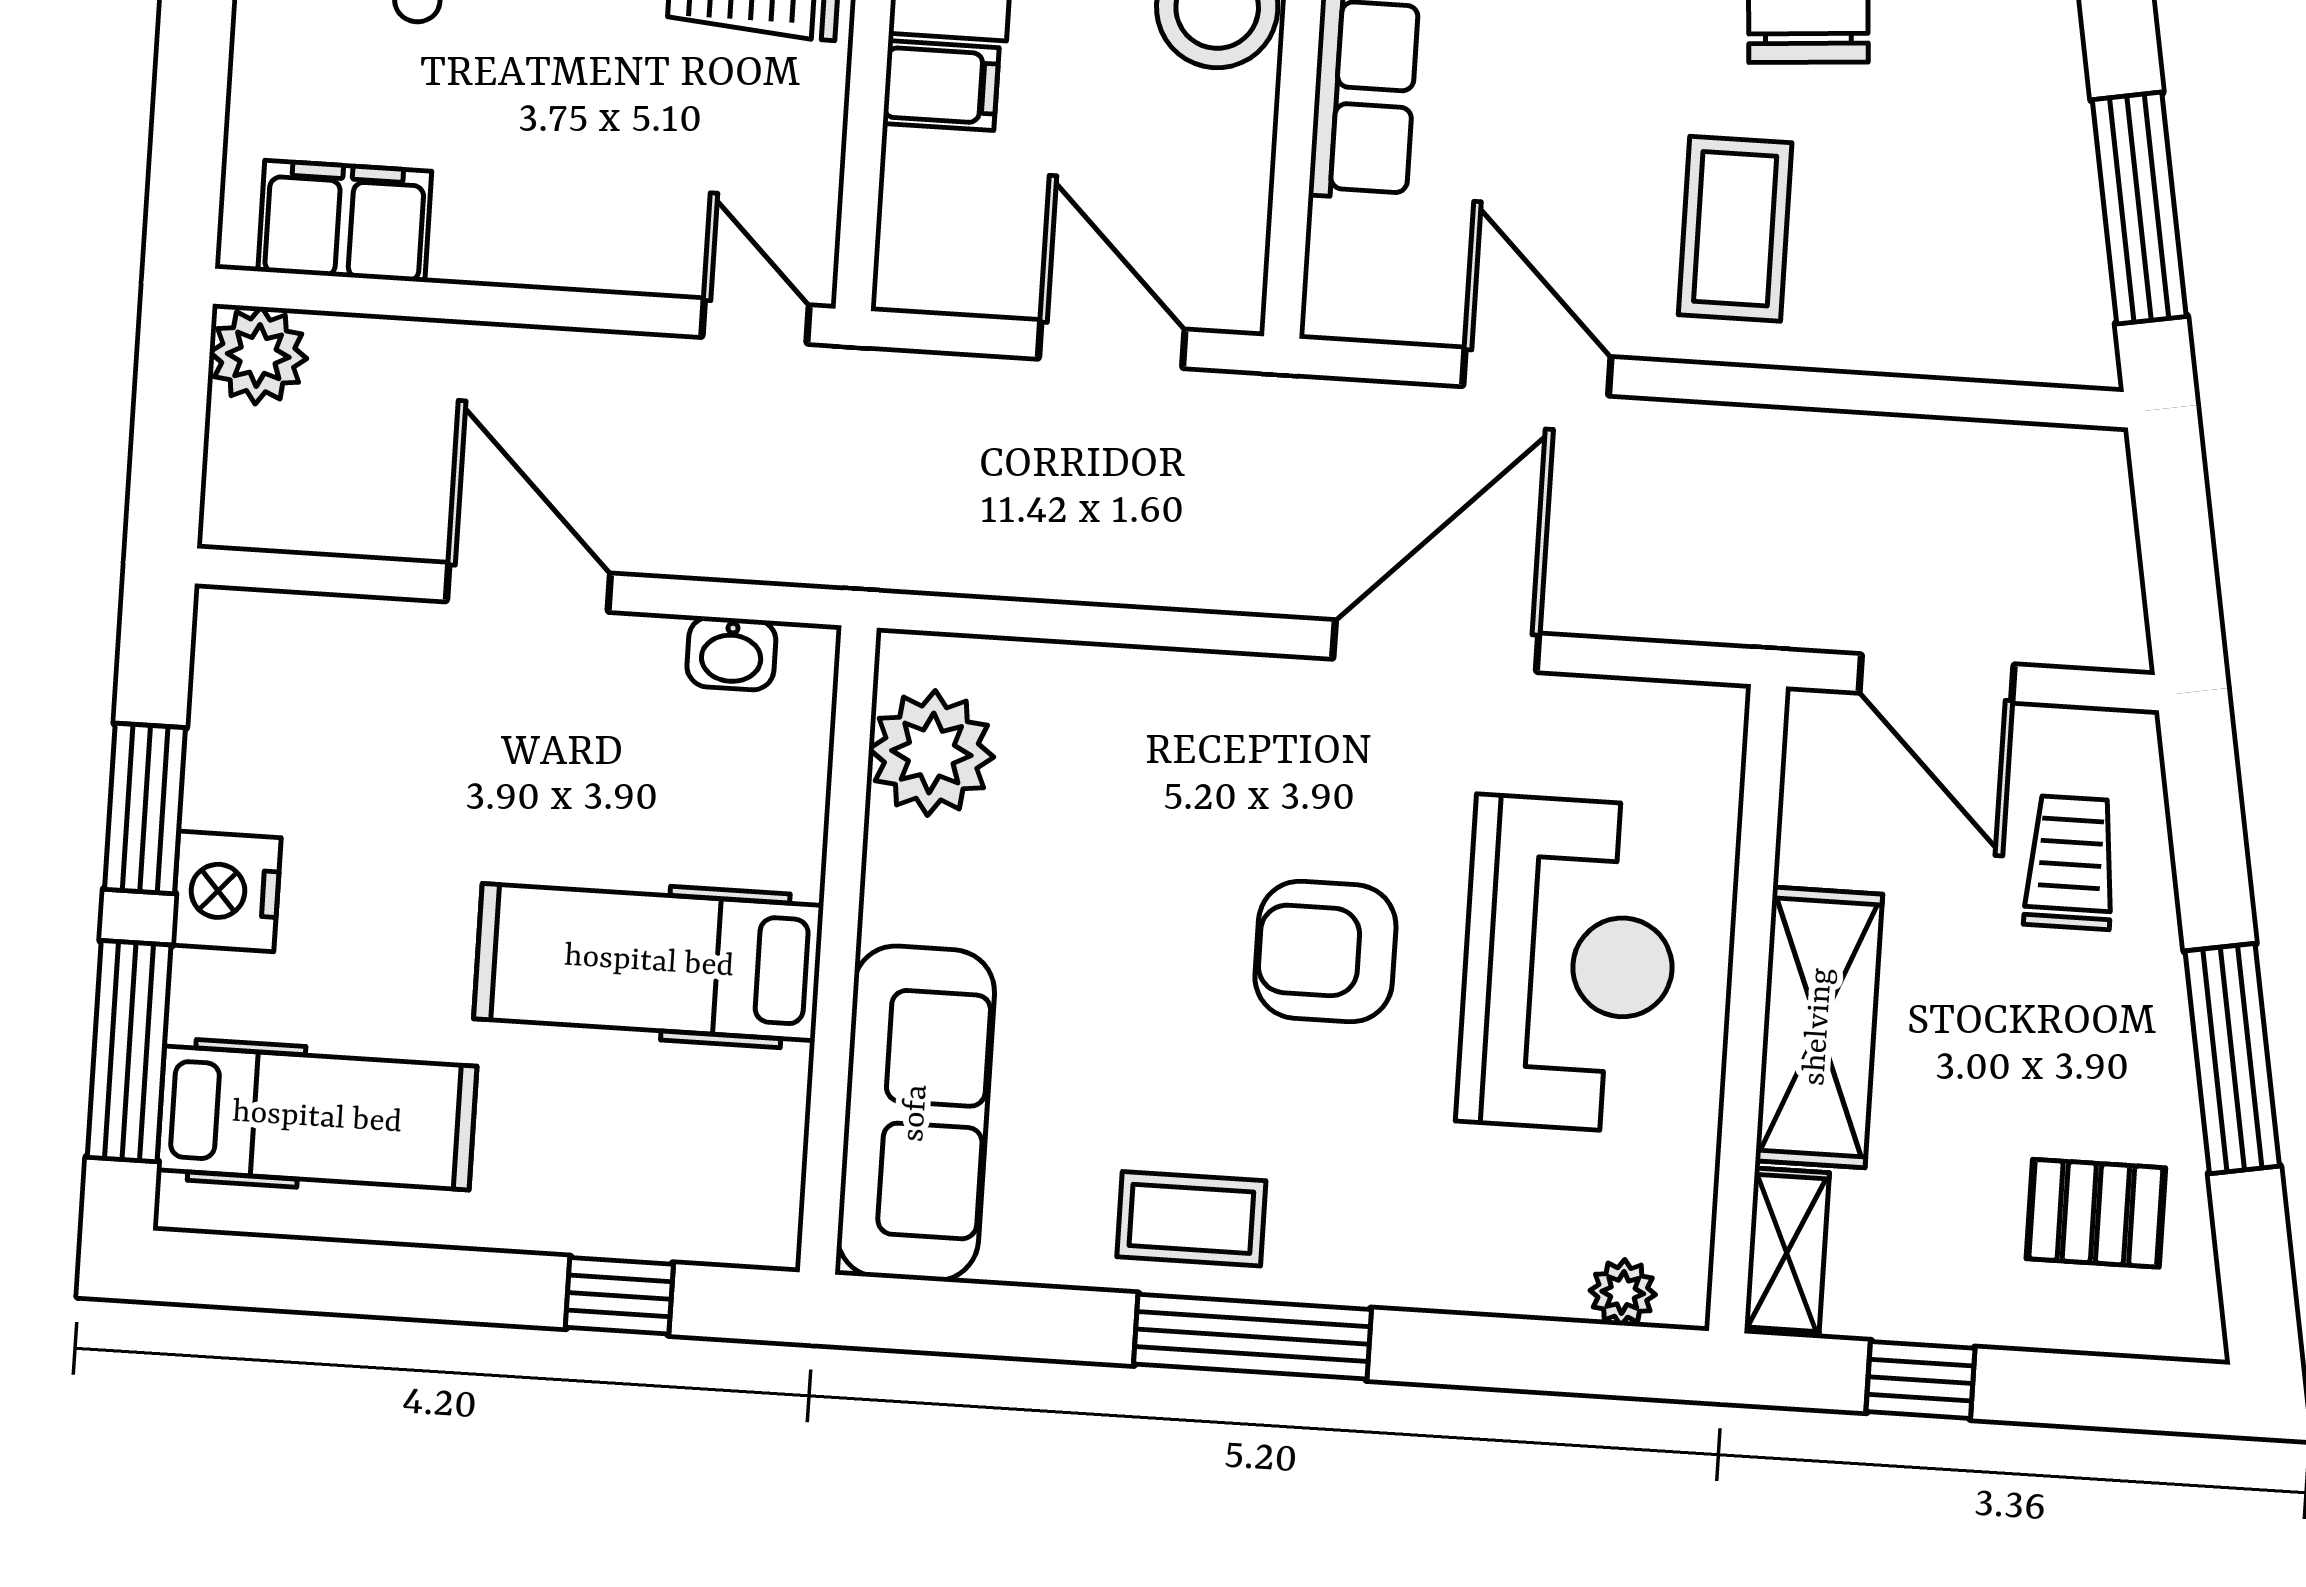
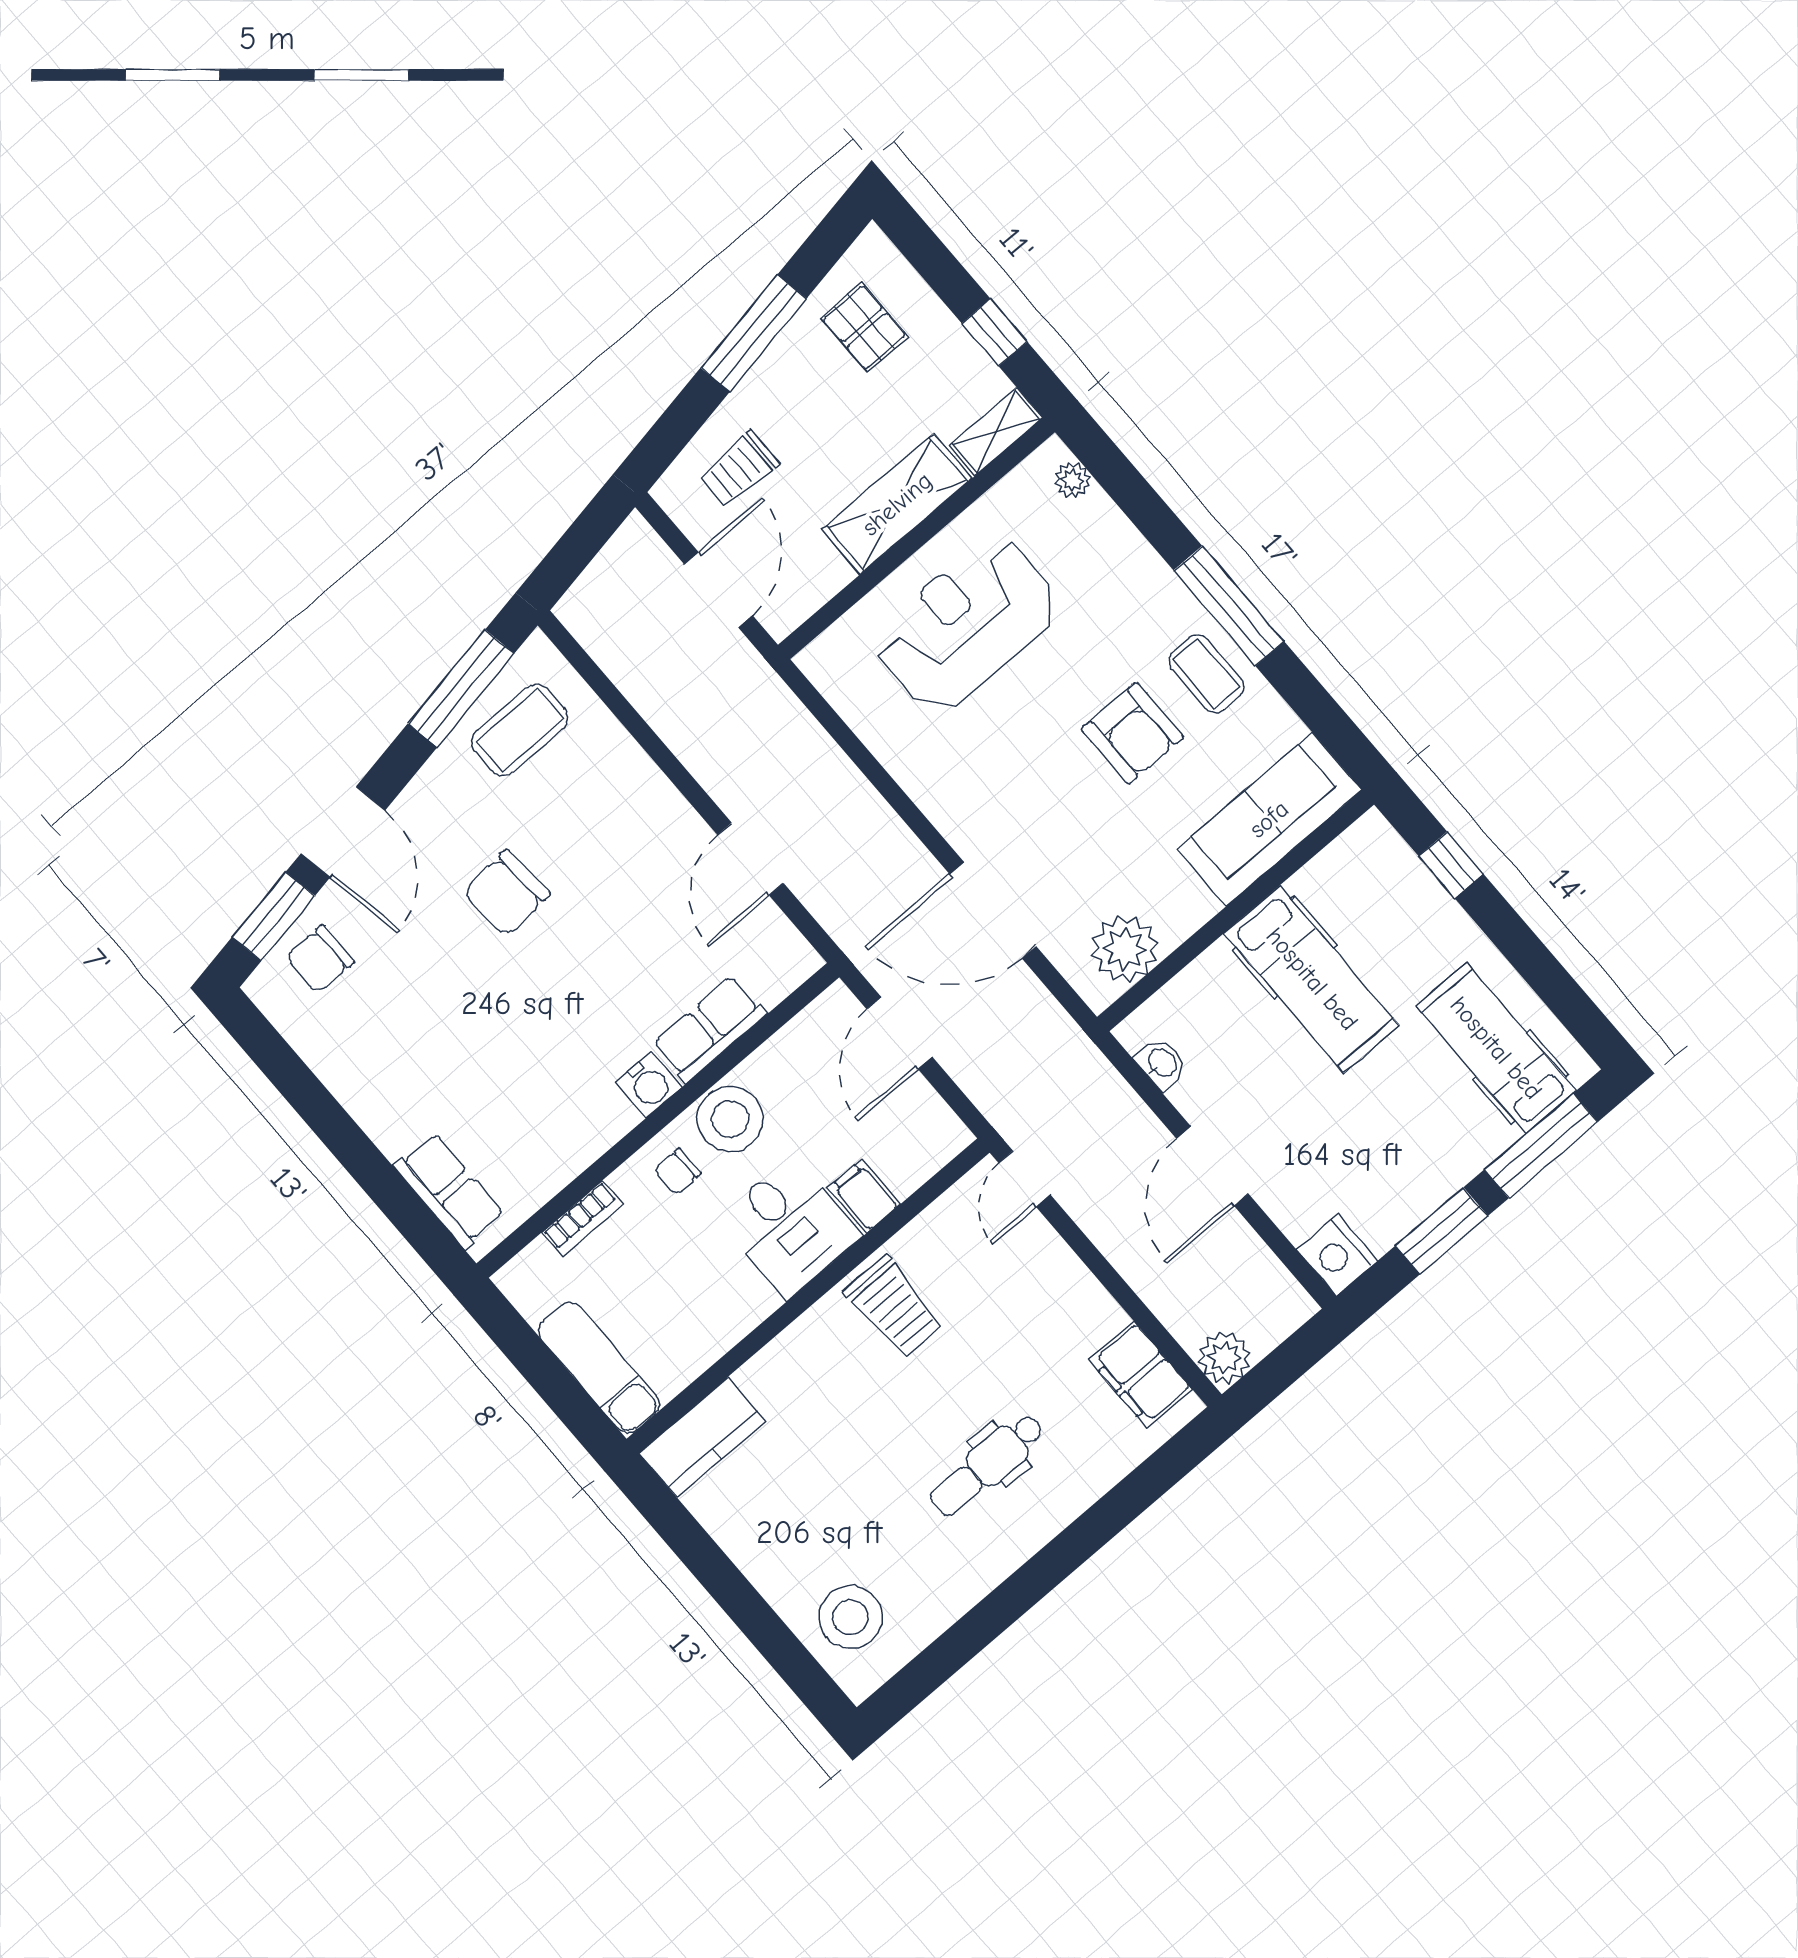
coffee table: (1735, 229) -> (520, 730), moved
door: (1436, 646) -> (993, 910), moved
nightstand: (226, 891) -> (1337, 1255), moved, turned 90
armchair: (1325, 951) -> (1133, 733), moved

